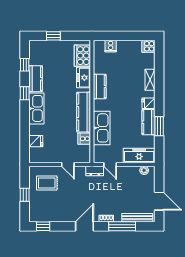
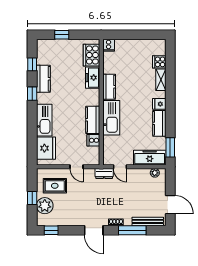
cooker: (111, 46) -> (109, 45), moved
cooker: (148, 46) -> (159, 62), moved
kitchen sink: (36, 108) -> (44, 120), moved
kitchen counter: (84, 112) -> (93, 120), width x0.67
window: (159, 126) -> (170, 147), moved
kitchen sink: (102, 128) -> (111, 118), moved
fridge: (36, 141) -> (46, 148), width x1.88, depth x1.34
plant: (37, 202) -> (45, 206), added
door: (85, 226) -> (94, 230), swing flipped

